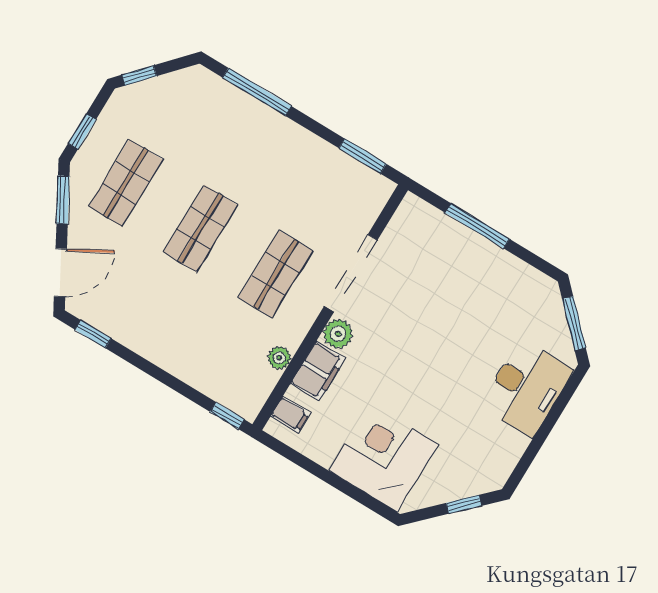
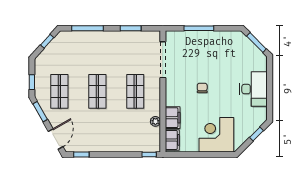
window: (139, 75) -> (47, 41), moved
window: (363, 156) -> (131, 28), moved
doorway: (351, 273) -> (163, 60), moved
plant: (338, 334) -> (172, 99), removed
chair: (412, 348) -> (202, 88), added
desk: (527, 388) -> (253, 89), moved
filing cabinet: (290, 415) -> (172, 140), width x2.00

